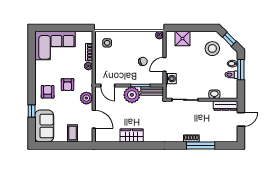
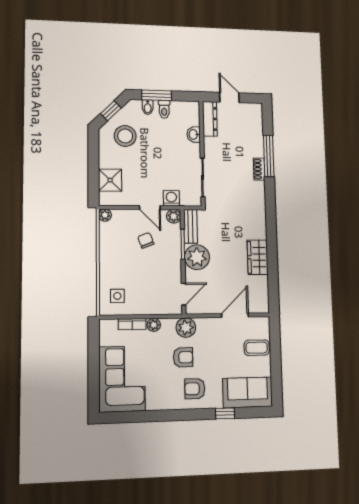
plant: (159, 80) -> (174, 216), added
plant: (86, 98) -> (186, 328), moved

